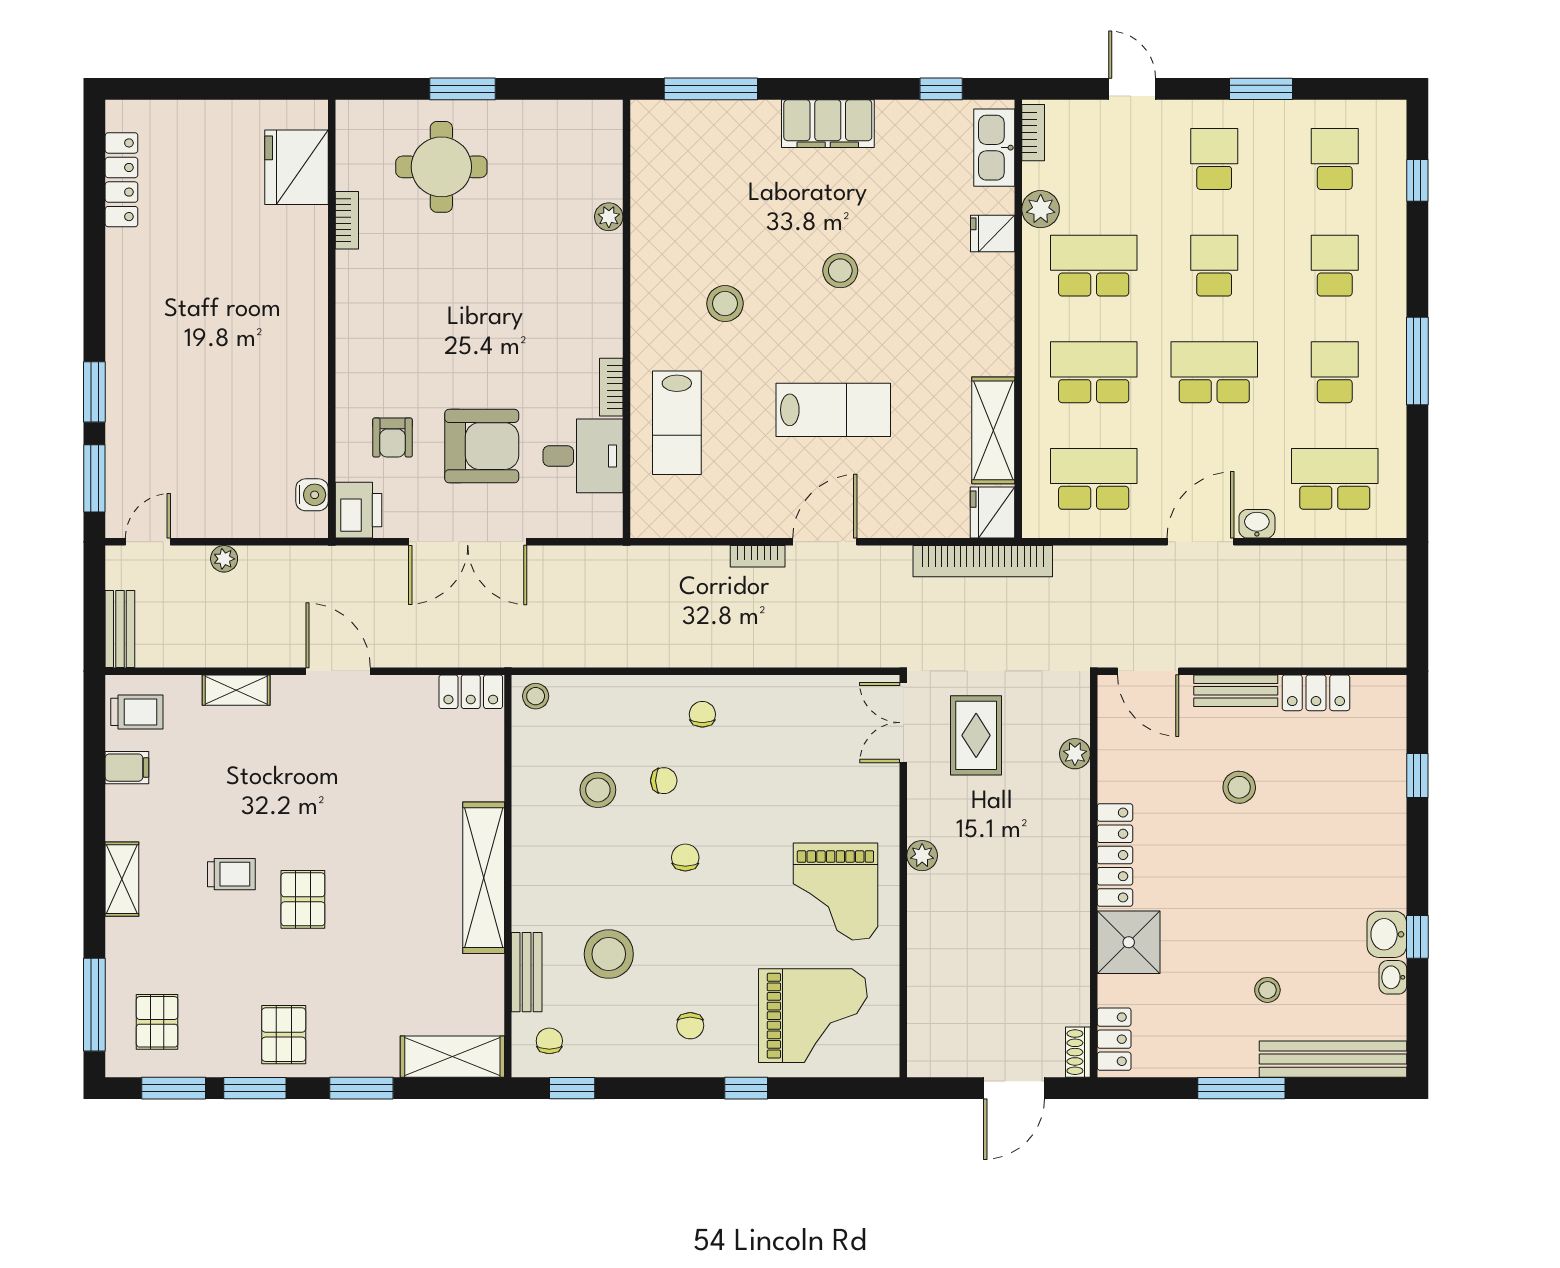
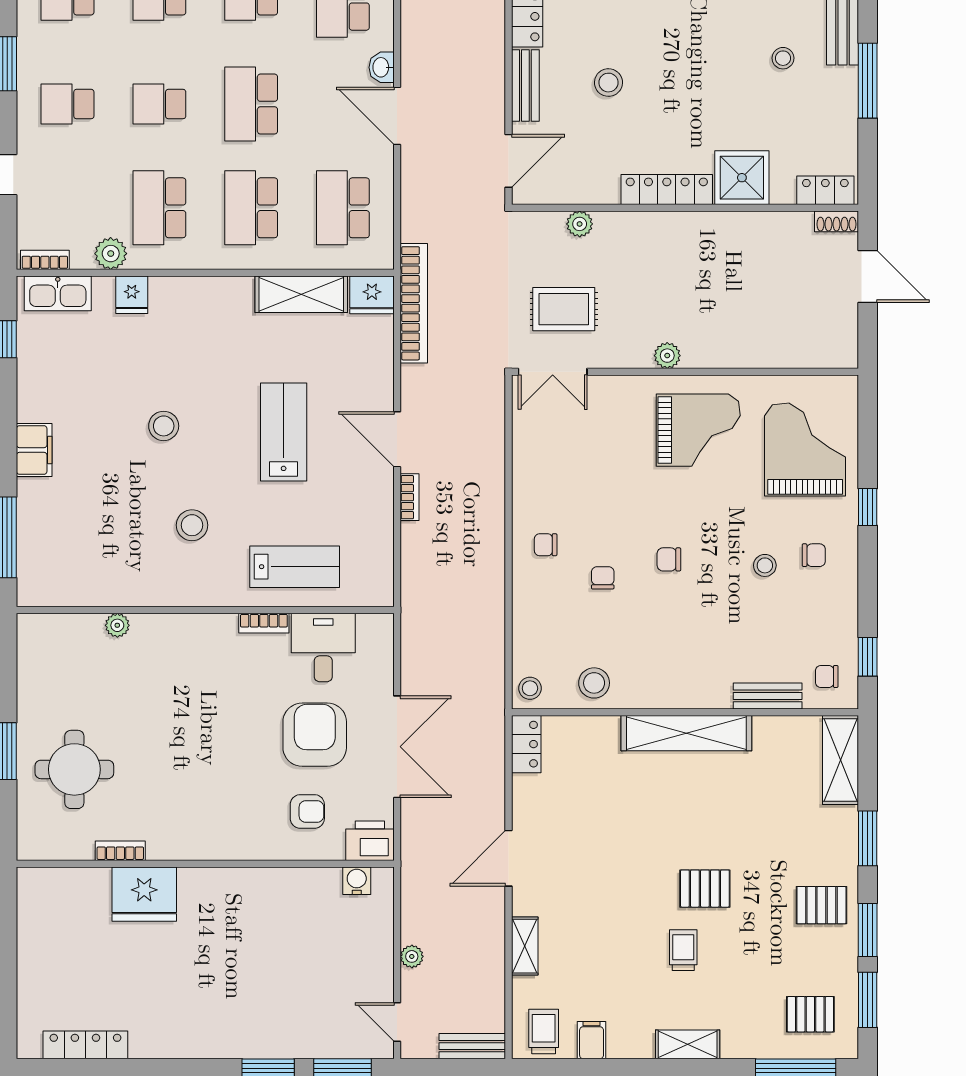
filing cabinet: (828, 124) -> (34, 450), width x0.67, depth x0.86
fridge: (296, 167) -> (144, 894), moved
stool: (598, 790) -> (594, 683), moved
stool: (609, 954) -> (765, 565), moved, width x0.53, depth x0.53

